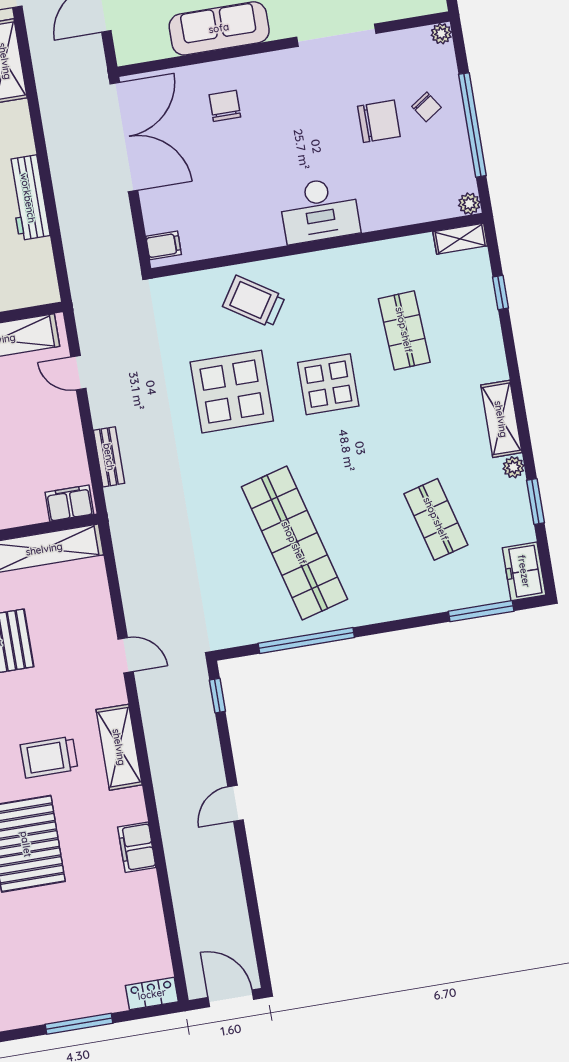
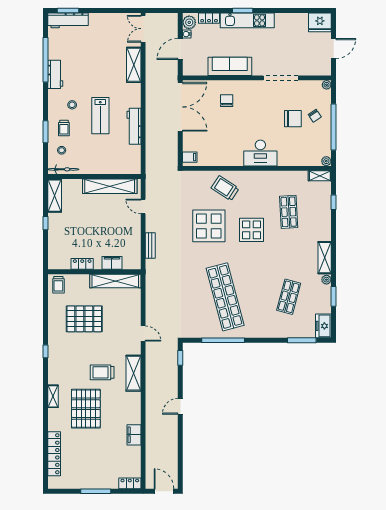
filing cabinet: (69, 503) -> (112, 263), moved
shop shelf: (436, 519) -> (289, 297), turned 30
filing cabinet: (137, 847) -> (134, 435), moved

